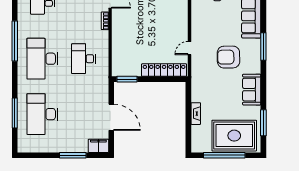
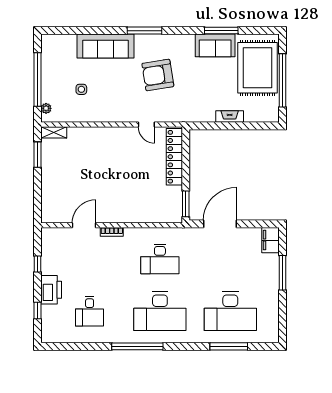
armchair: (228, 57) -> (158, 75), turned 82
sofa: (252, 90) -> (215, 45), moved
door: (111, 117) -> (220, 224), moved
window: (263, 123) -> (221, 31), moved

